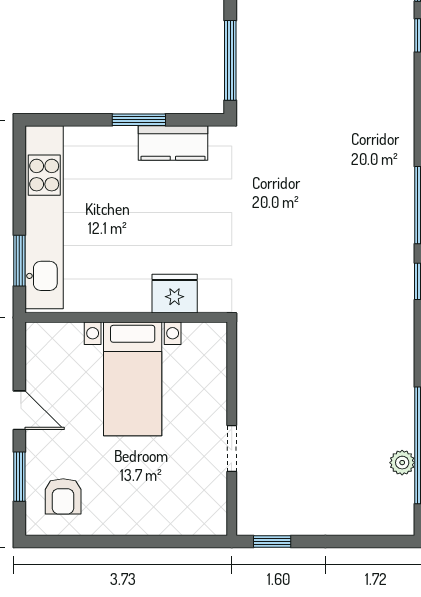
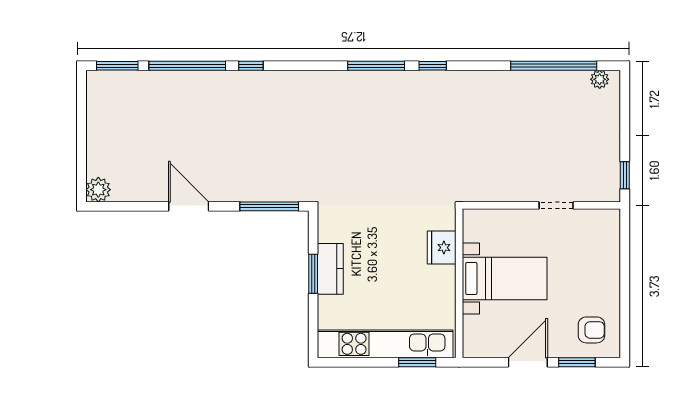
kitchen counter: (173, 143) -> (330, 269), moved
door: (19, 410) -> (528, 362), width x1.38
plant: (402, 463) -> (600, 79), moved

